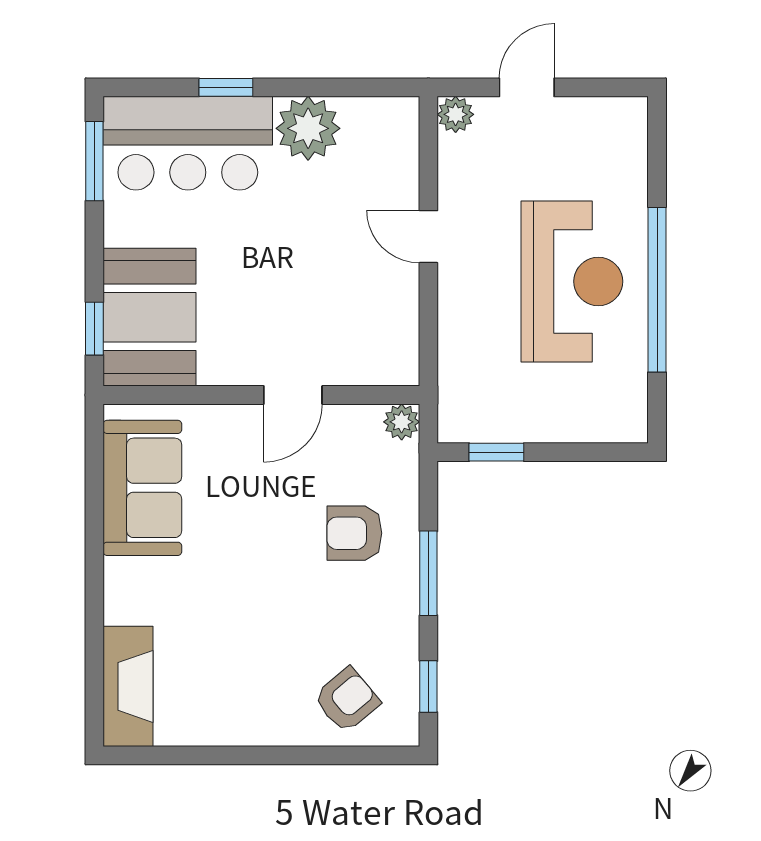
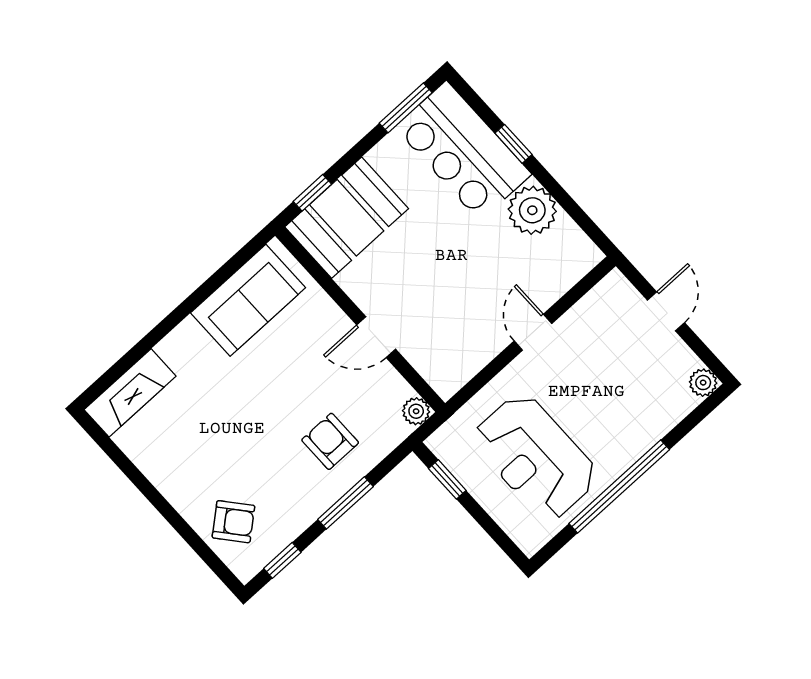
door: (527, 87) -> (666, 311), hinge flipped
plant: (456, 114) -> (703, 383), moved
reception desk: (572, 281) -> (535, 457), moved, turned 90

